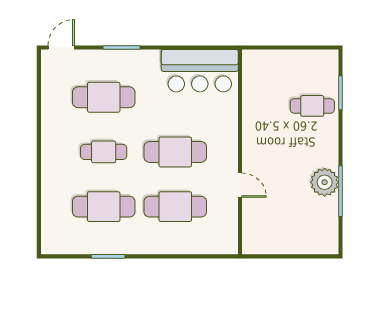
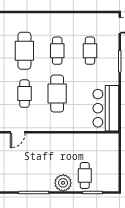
cafe table: (104, 97) -> (90, 51), width x0.73, depth x0.74
plant: (325, 182) -> (63, 183), moved
door: (240, 185) -> (18, 132), moved
cafe table: (175, 207) -> (24, 94), width x0.73, depth x0.74

